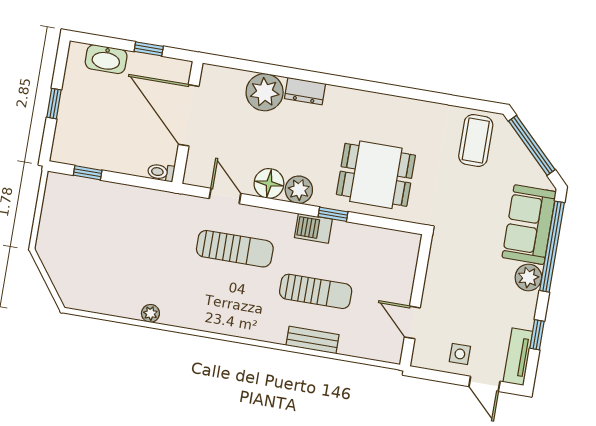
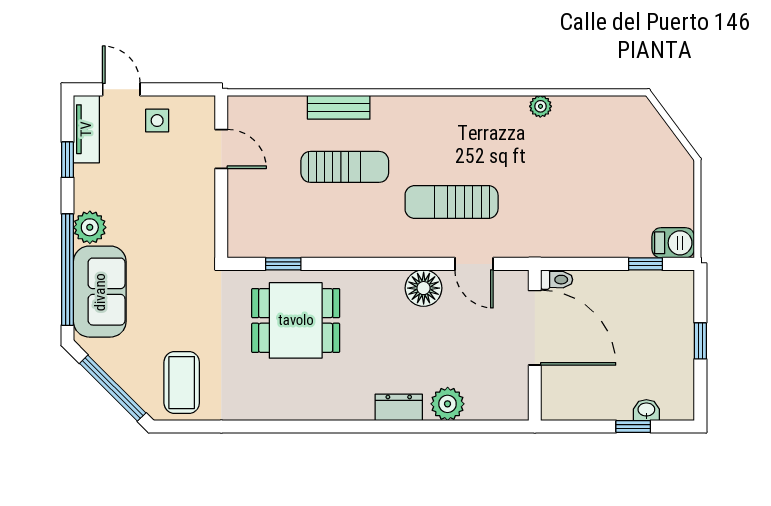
window: (149, 49) -> (633, 427), moved
washbasin: (106, 59) -> (646, 410), width x0.52, depth x0.69
plant: (265, 92) -> (448, 404), width x0.73, depth x0.73
door: (189, 115) -> (535, 328), moved
plant: (299, 190) -> (386, 287), removed
window: (333, 214) -> (283, 264), moved
barbecue: (313, 228) -> (673, 243), moved
sun lounger: (316, 291) -> (345, 167), turned 180

